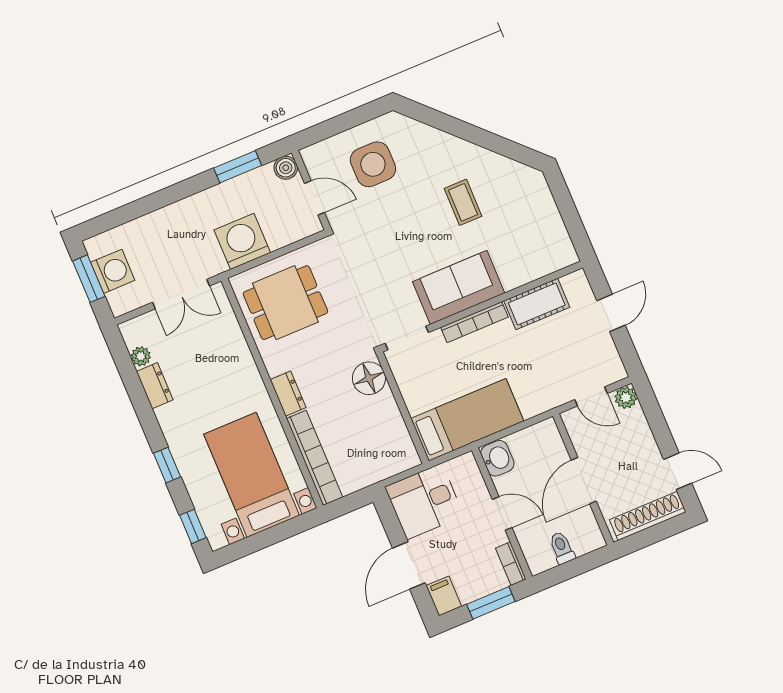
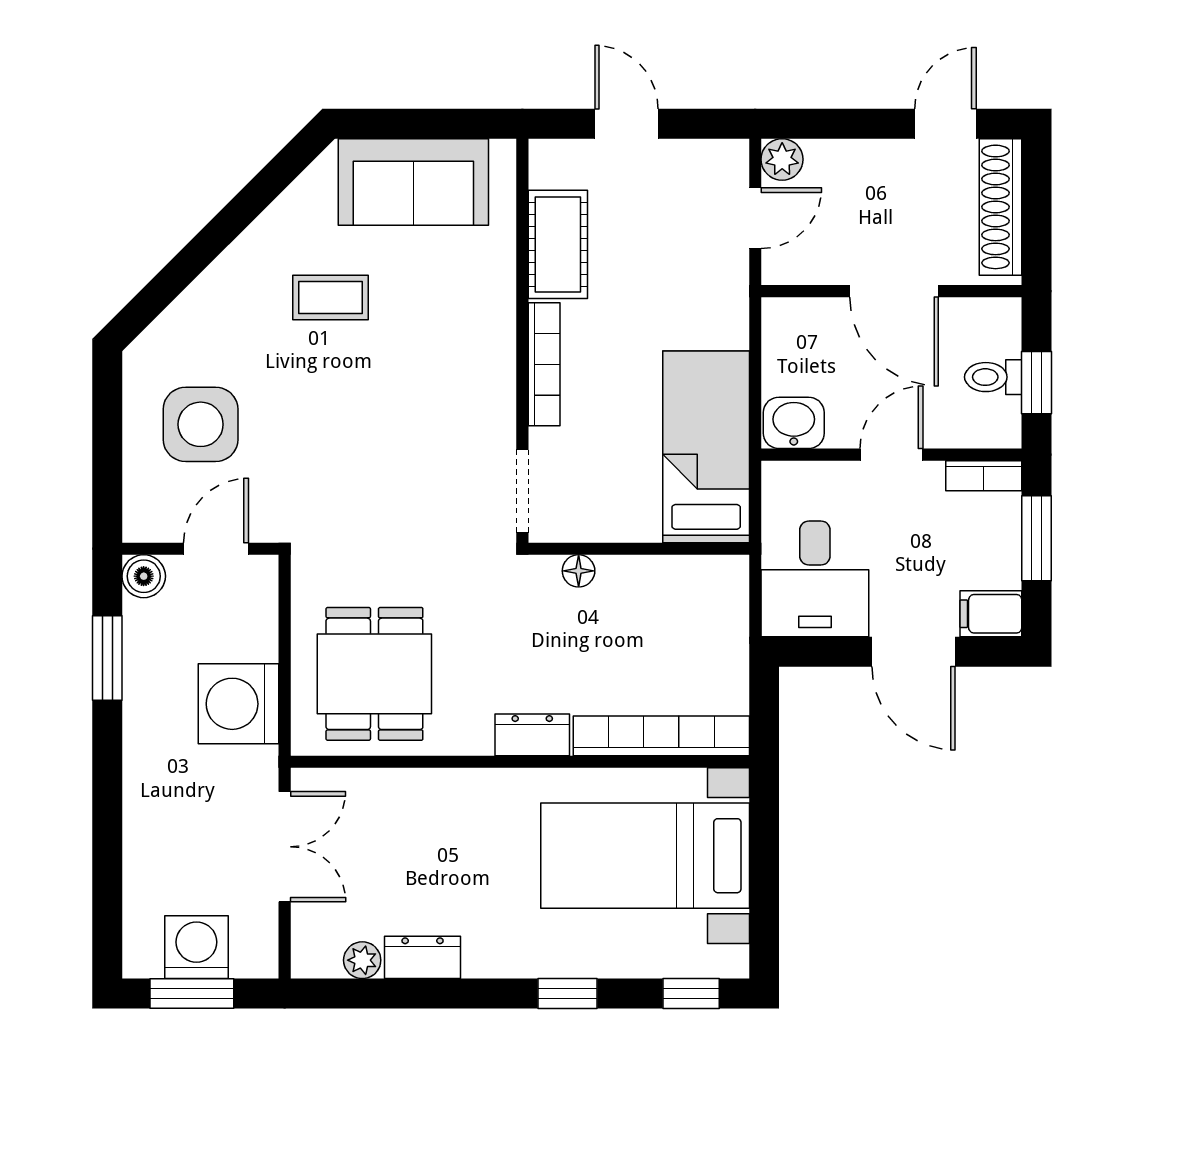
sofa: (459, 287) -> (413, 182), moved, turned -90
floor lamp: (369, 378) -> (579, 571), width x0.53, depth x0.53
window: (568, 570) -> (1037, 383), added

